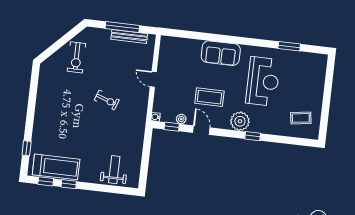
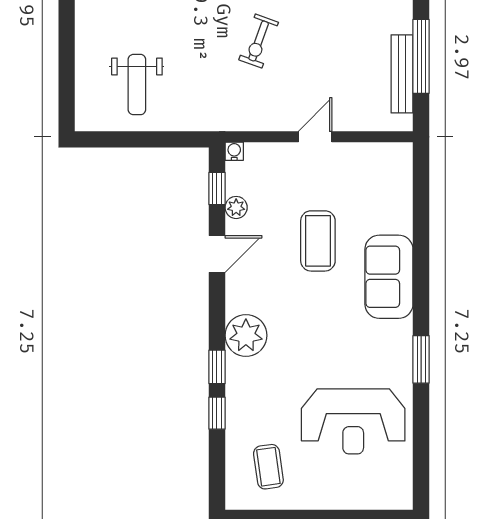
window: (289, 46) -> (421, 359), moved
reception desk: (263, 81) -> (353, 421), moved
coffee table: (209, 97) -> (318, 241), moved
window: (274, 138) -> (217, 413), added
weight bench: (114, 170) -> (137, 85), moved, turned 90

